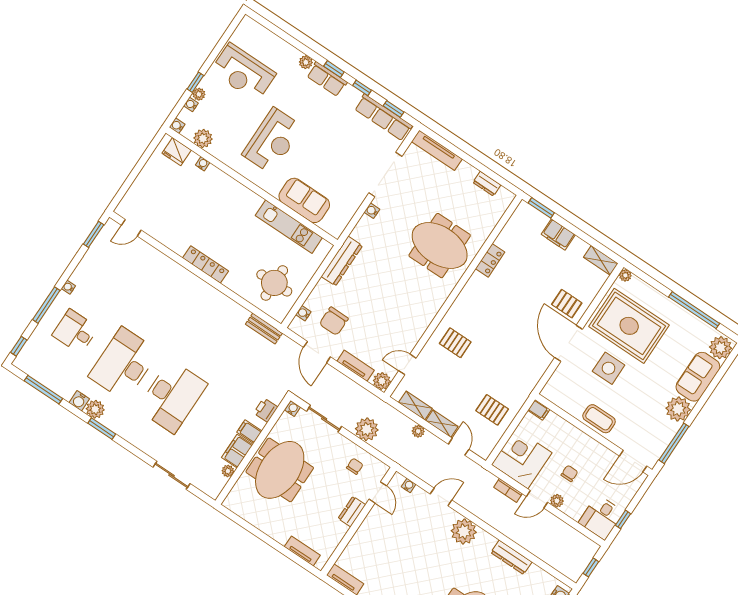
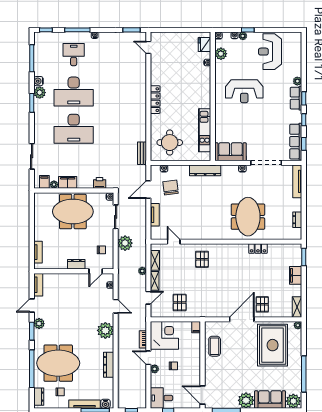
sofa: (304, 200) -> (230, 152), moved, turned -90
chair: (334, 321) -> (171, 187), turned 83
desk: (124, 364) -> (74, 92), turned 180
side table: (609, 368) -> (243, 349), removed
plant: (382, 381) -> (156, 234), removed
coffee table: (599, 419) -> (215, 346), moved
filing cabinet: (249, 432) -> (44, 182), moved

